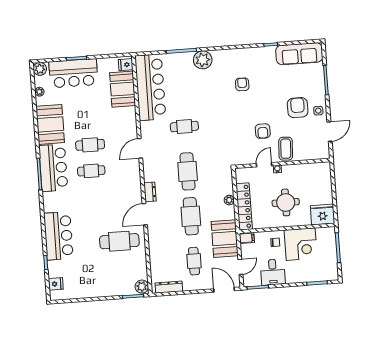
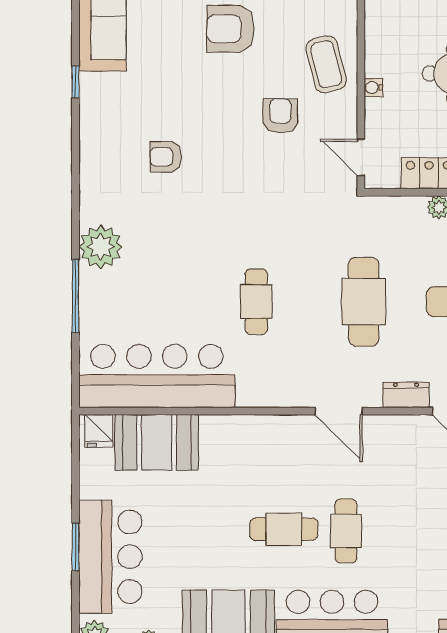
armchair: (263, 131) -> (280, 116), turned -90
cafe table: (90, 145) -> (284, 529), turned 90
door: (140, 148) -> (339, 411), moved
coffee table: (286, 149) -> (326, 64), turned 73
door: (264, 165) -> (361, 158), moved
cafe table: (188, 171) -> (364, 302), turned 90

